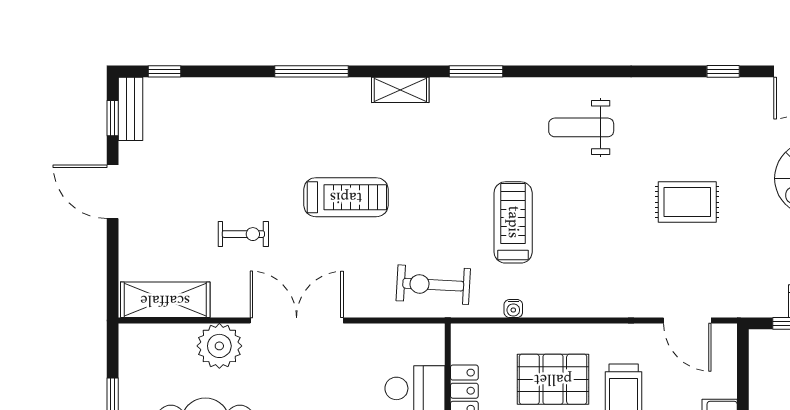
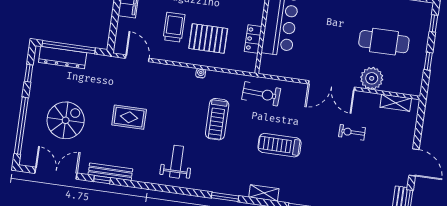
bench: (709, 89) -> (110, 172), added
weight bench: (581, 127) -> (177, 162), turned -90
treadmill: (346, 197) -> (280, 145), moved
shelving: (165, 300) -> (396, 103), width x0.67, depth x0.75
water cooler: (513, 309) -> (201, 73), moved

